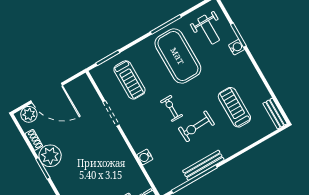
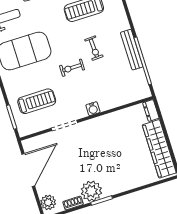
door: (47, 93) -> (28, 170), moved
exercise bike: (196, 126) -> (94, 48), width x0.73, depth x0.72
water cooler: (145, 157) -> (93, 109), moved

